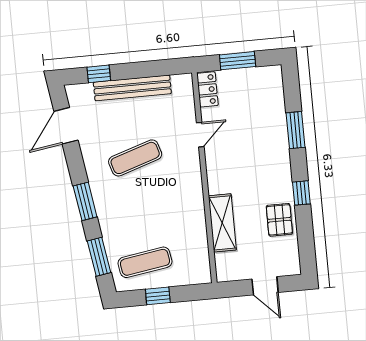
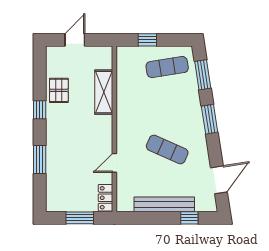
exercise mat: (135, 158) -> (167, 149), turned 42
door: (265, 286) -> (75, 40), hinge flipped
window: (158, 296) -> (147, 40), moved

